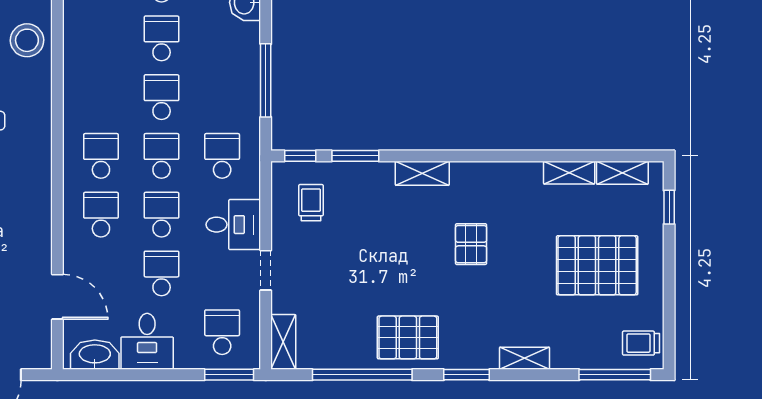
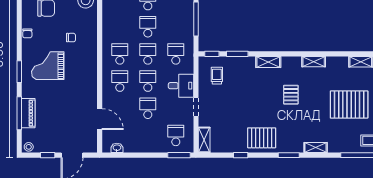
shelving: (569, 173) -> (314, 62), moved
desk: (147, 341) -> (141, 140), removed
washbasin: (95, 355) -> (117, 148), width x0.52, depth x0.69
window: (362, 375) -> (241, 155), width x0.32

